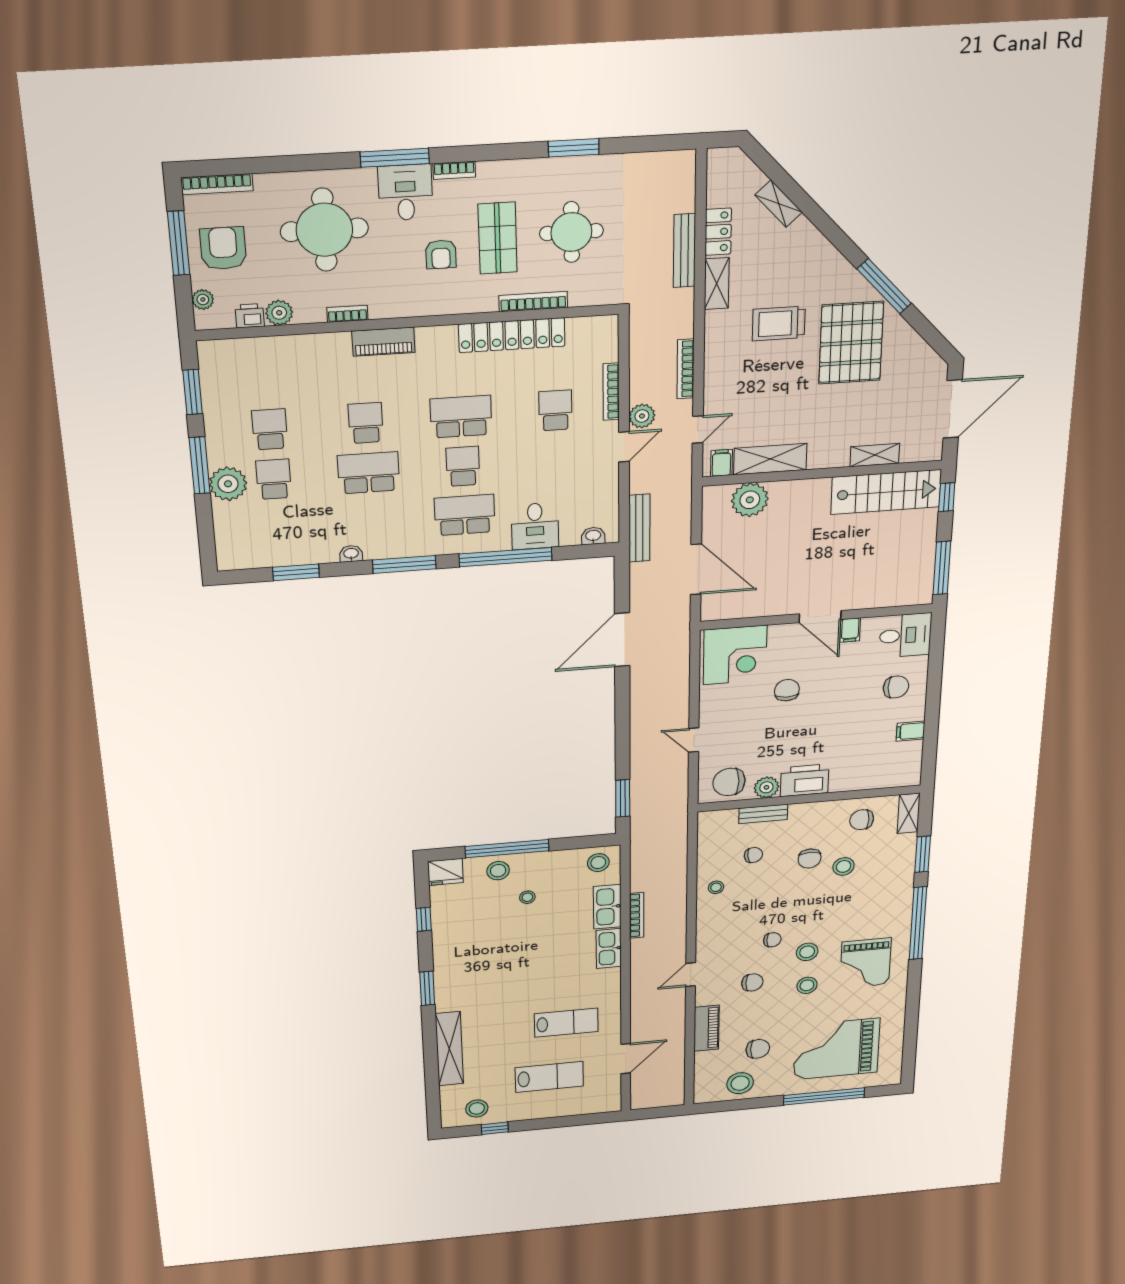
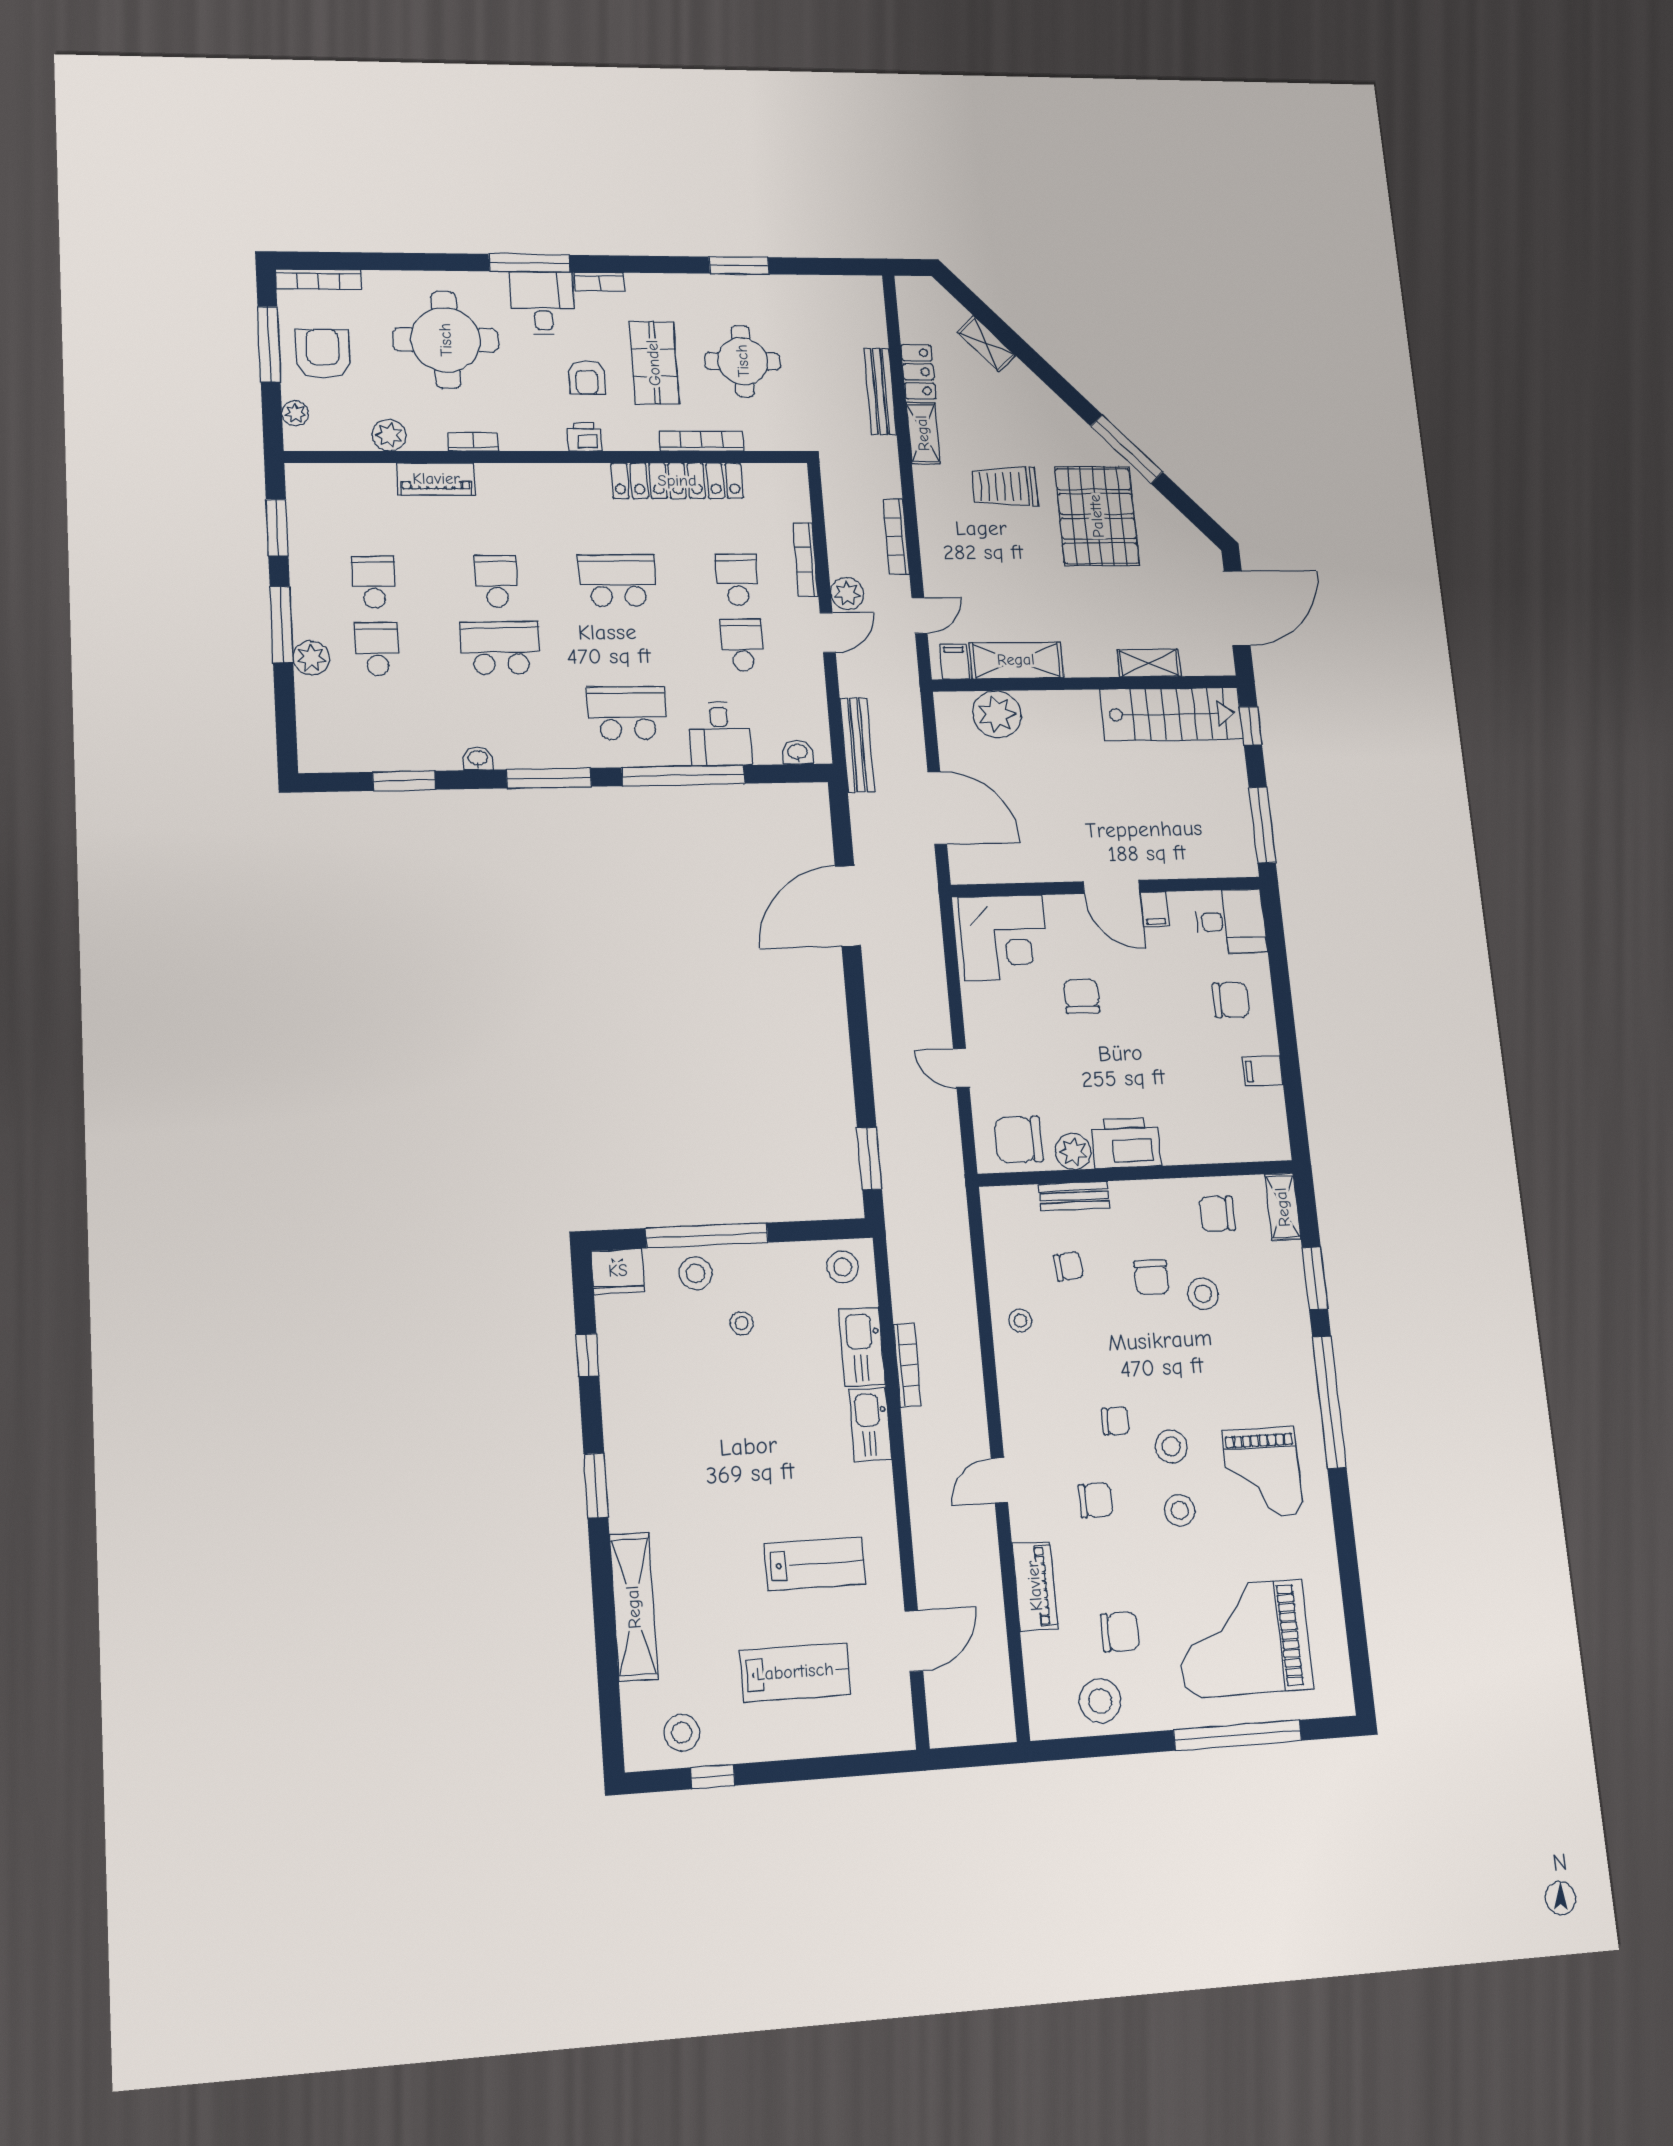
printer: (250, 316) -> (584, 437), moved
piano: (383, 342) -> (436, 479), moved
school desk: (463, 466) -> (742, 645), moved
plant: (228, 484) -> (311, 658), width x0.73, depth x0.73

